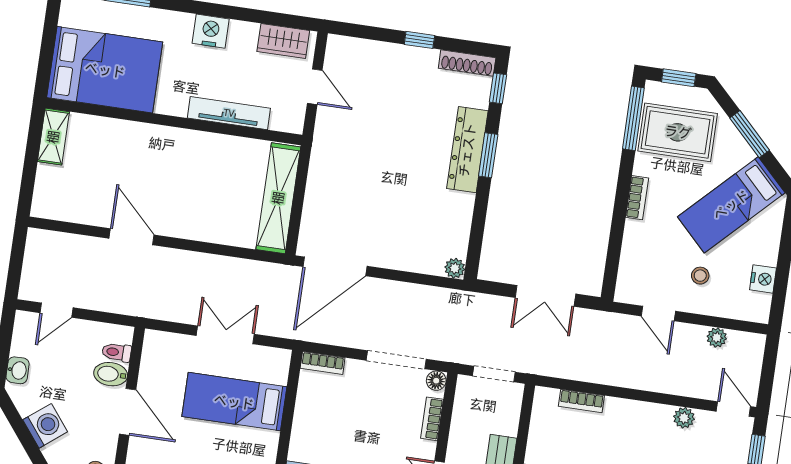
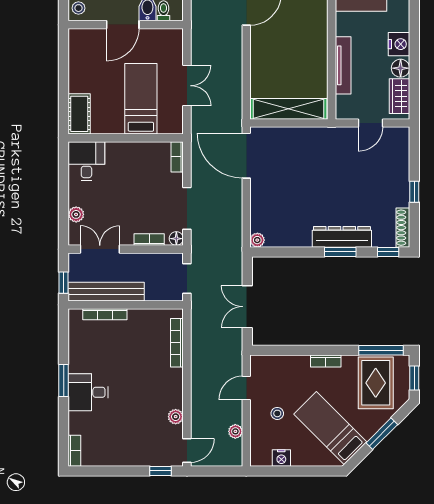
floor lamp: (245, 34) -> (401, 68), added
bookcase: (581, 401) -> (177, 343), width x1.56

